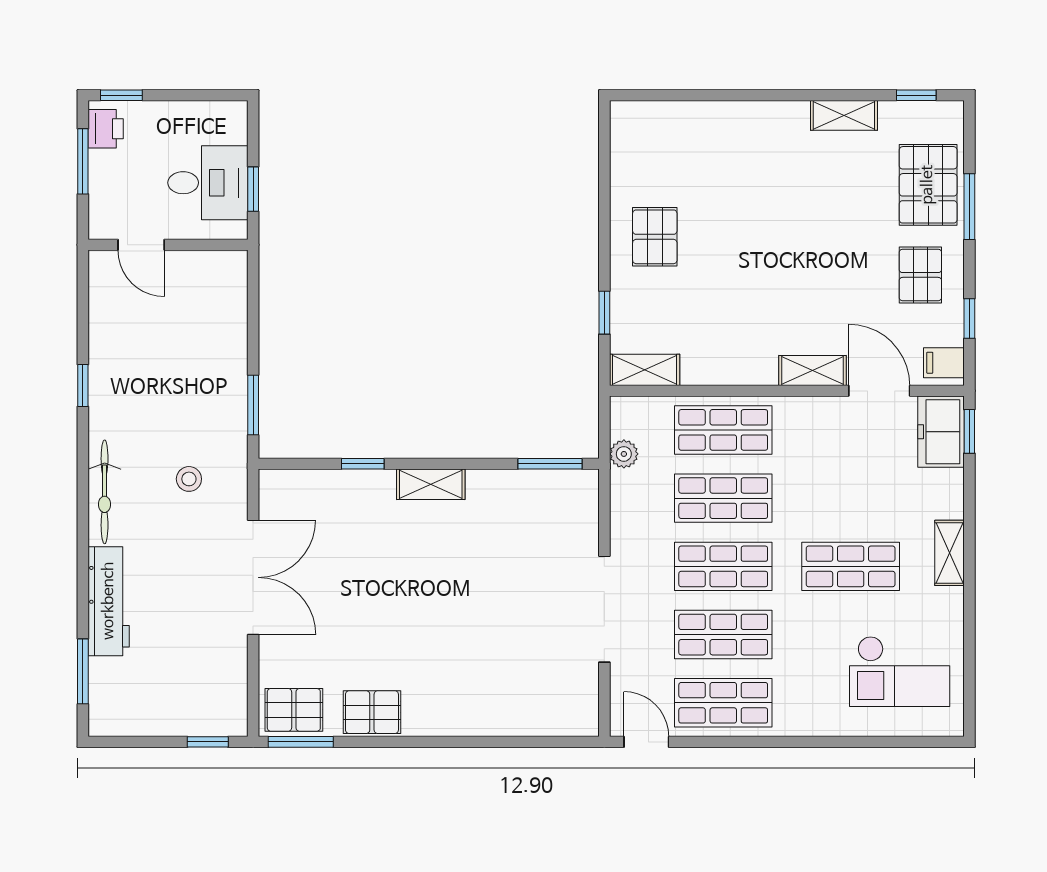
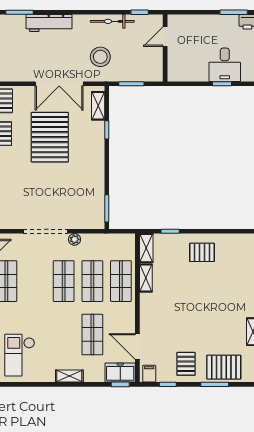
door: (141, 245) -> (165, 37), moved
wall: (168, 245) -> (165, 48), moved
pallet: (920, 275) -> (186, 364), turned 90
shelving: (812, 370) -> (146, 278), moved
door: (879, 391) -> (137, 347), swing flipped
plant: (624, 454) -> (74, 239), moved
stool: (189, 479) -> (100, 57), width x1.89, depth x1.89
shelving: (431, 484) -> (98, 106), moved
bicycle: (105, 492) -> (112, 21), moved
shop shelf: (851, 566) -> (92, 335), moved
pallet: (380, 599) -> (50, 137), added
shop shelf: (723, 635) -> (35, 281), removed

